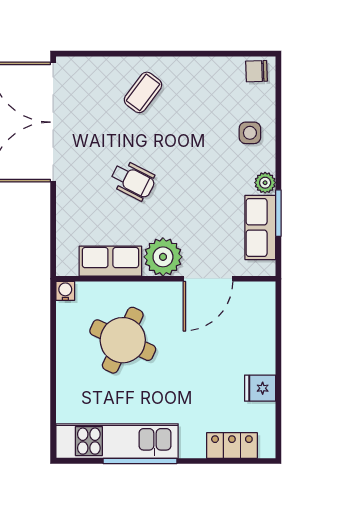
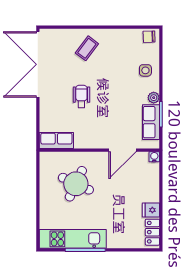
wheelchair: (133, 181) -> (81, 96), turned -117
plant: (163, 257) -> (98, 138), removed
row of seats: (110, 261) -> (56, 141), moved
water cooler: (65, 291) -> (154, 157), moved
locker: (232, 446) -> (152, 232), moved, turned -90

